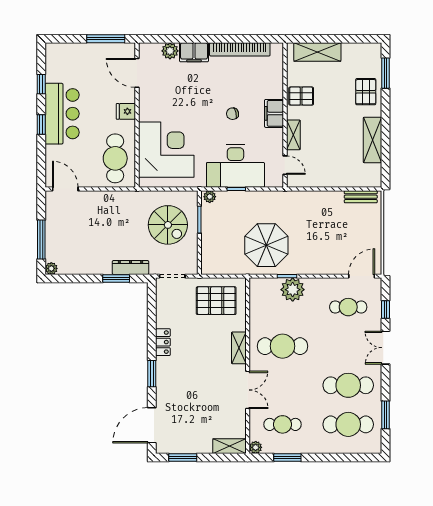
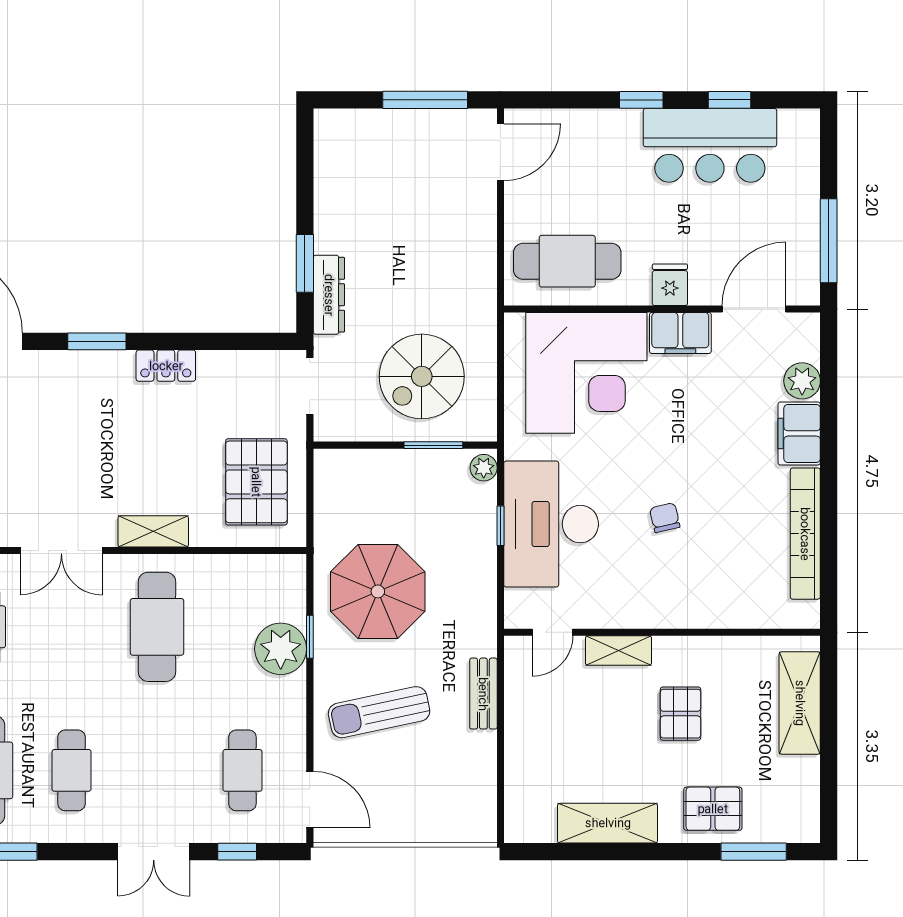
pallet: (301, 96) -> (681, 714), moved
filing cabinet: (274, 113) -> (680, 333), moved, turned 180
bar counter: (62, 114) -> (710, 145), moved
bench: (361, 197) -> (483, 694), moved
window: (41, 240) -> (425, 100), moved
sun lounger: (322, 244) -> (379, 712), added
plant: (51, 268) -> (327, 122), removed
double door: (385, 348) -> (154, 852), swing flipped
cafe table: (348, 385) -> (72, 770), width x0.73, depth x0.74

